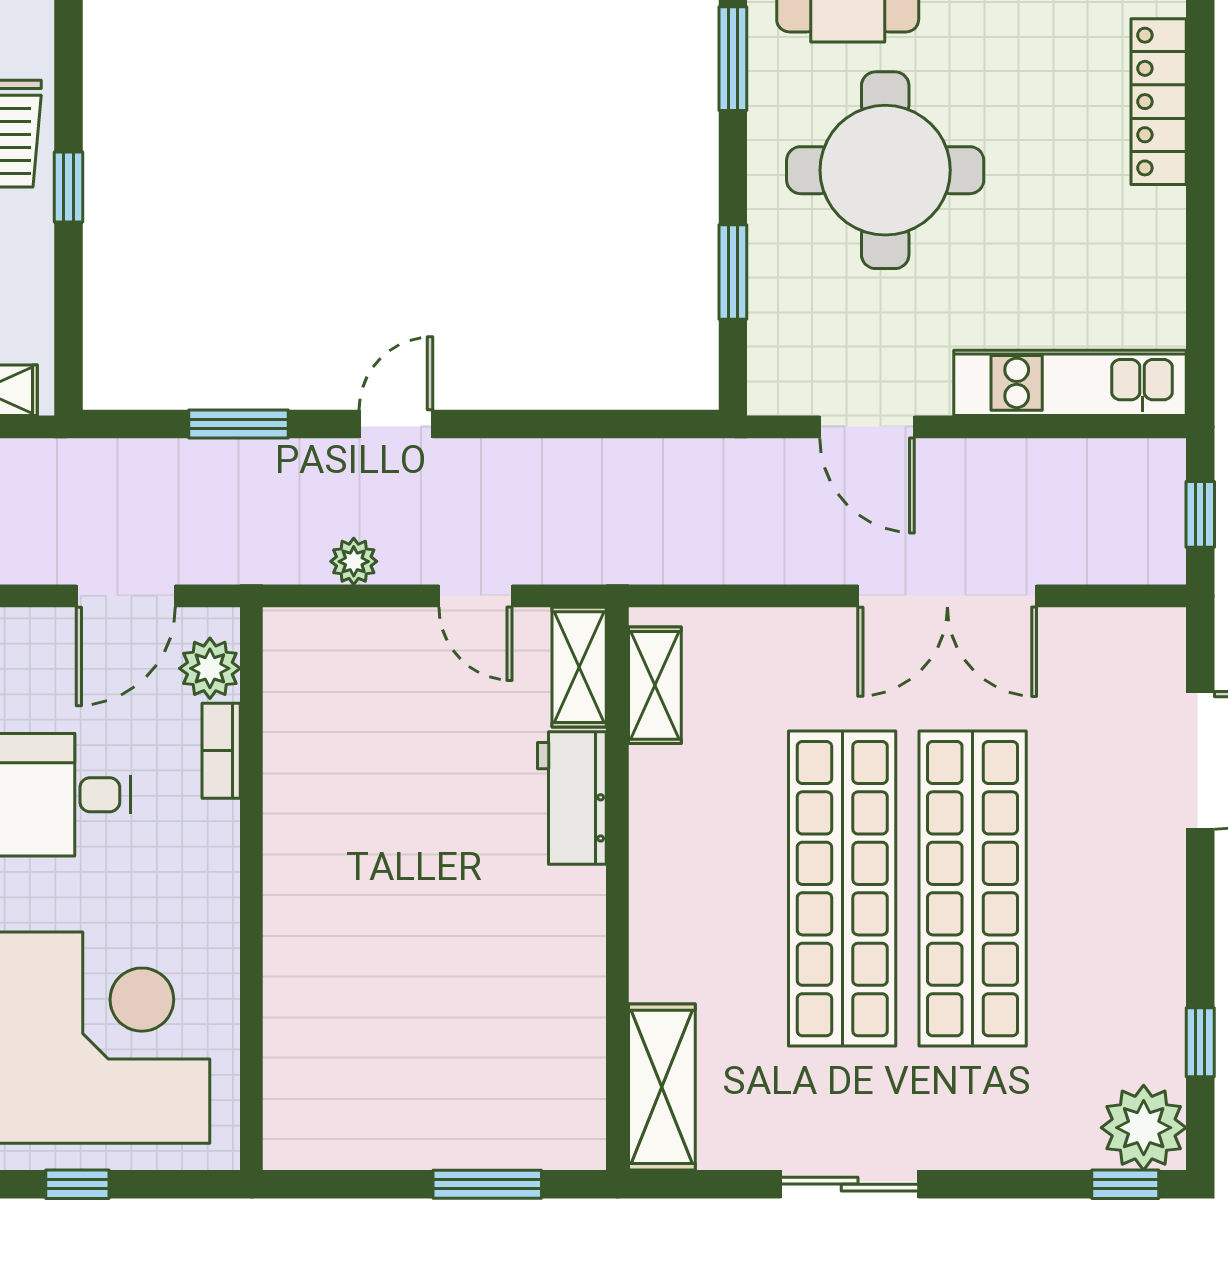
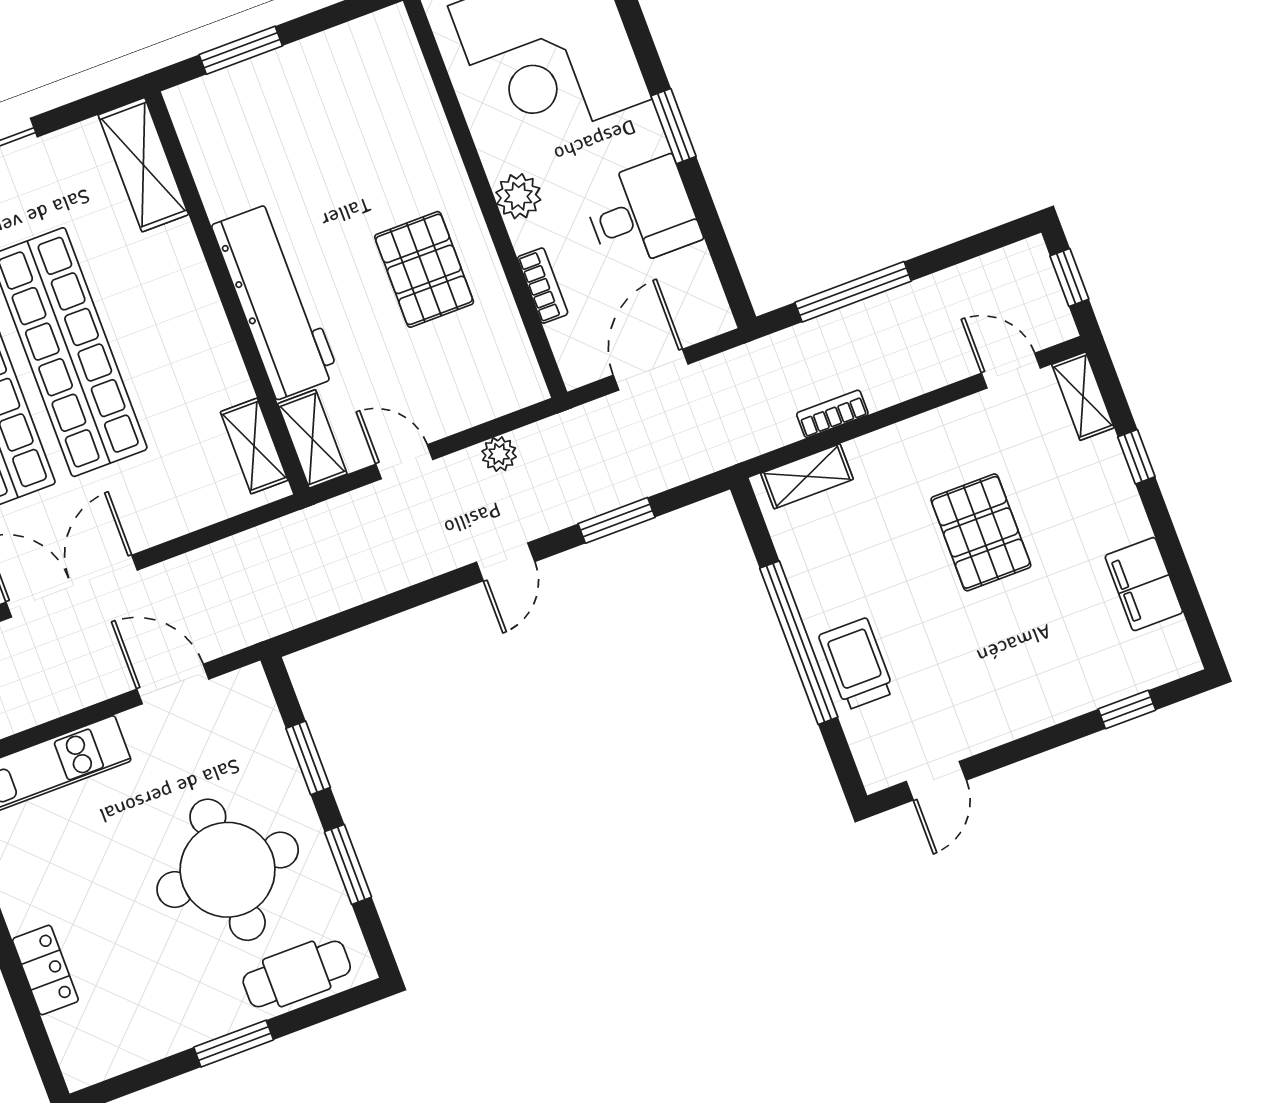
window: (733, 59) -> (348, 864), moved
locker: (1159, 102) -> (45, 970), width x0.66
window: (68, 187) -> (799, 643), width x3.17
plant: (210, 668) -> (518, 196), moved
workbench: (572, 798) -> (275, 301), width x1.88, depth x1.32
pallet: (361, 826) -> (424, 269), added

